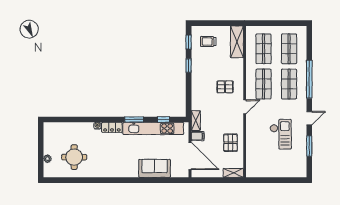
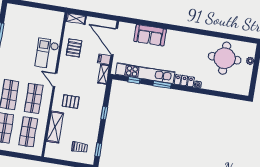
shelving: (237, 42) -> (55, 127), moved
window: (189, 65) -> (104, 113), moved
door: (245, 107) -> (55, 80), hinge flipped
checkout: (281, 134) -> (47, 53), moved
round table: (74, 157) -> (225, 58), width x1.36, depth x1.36

